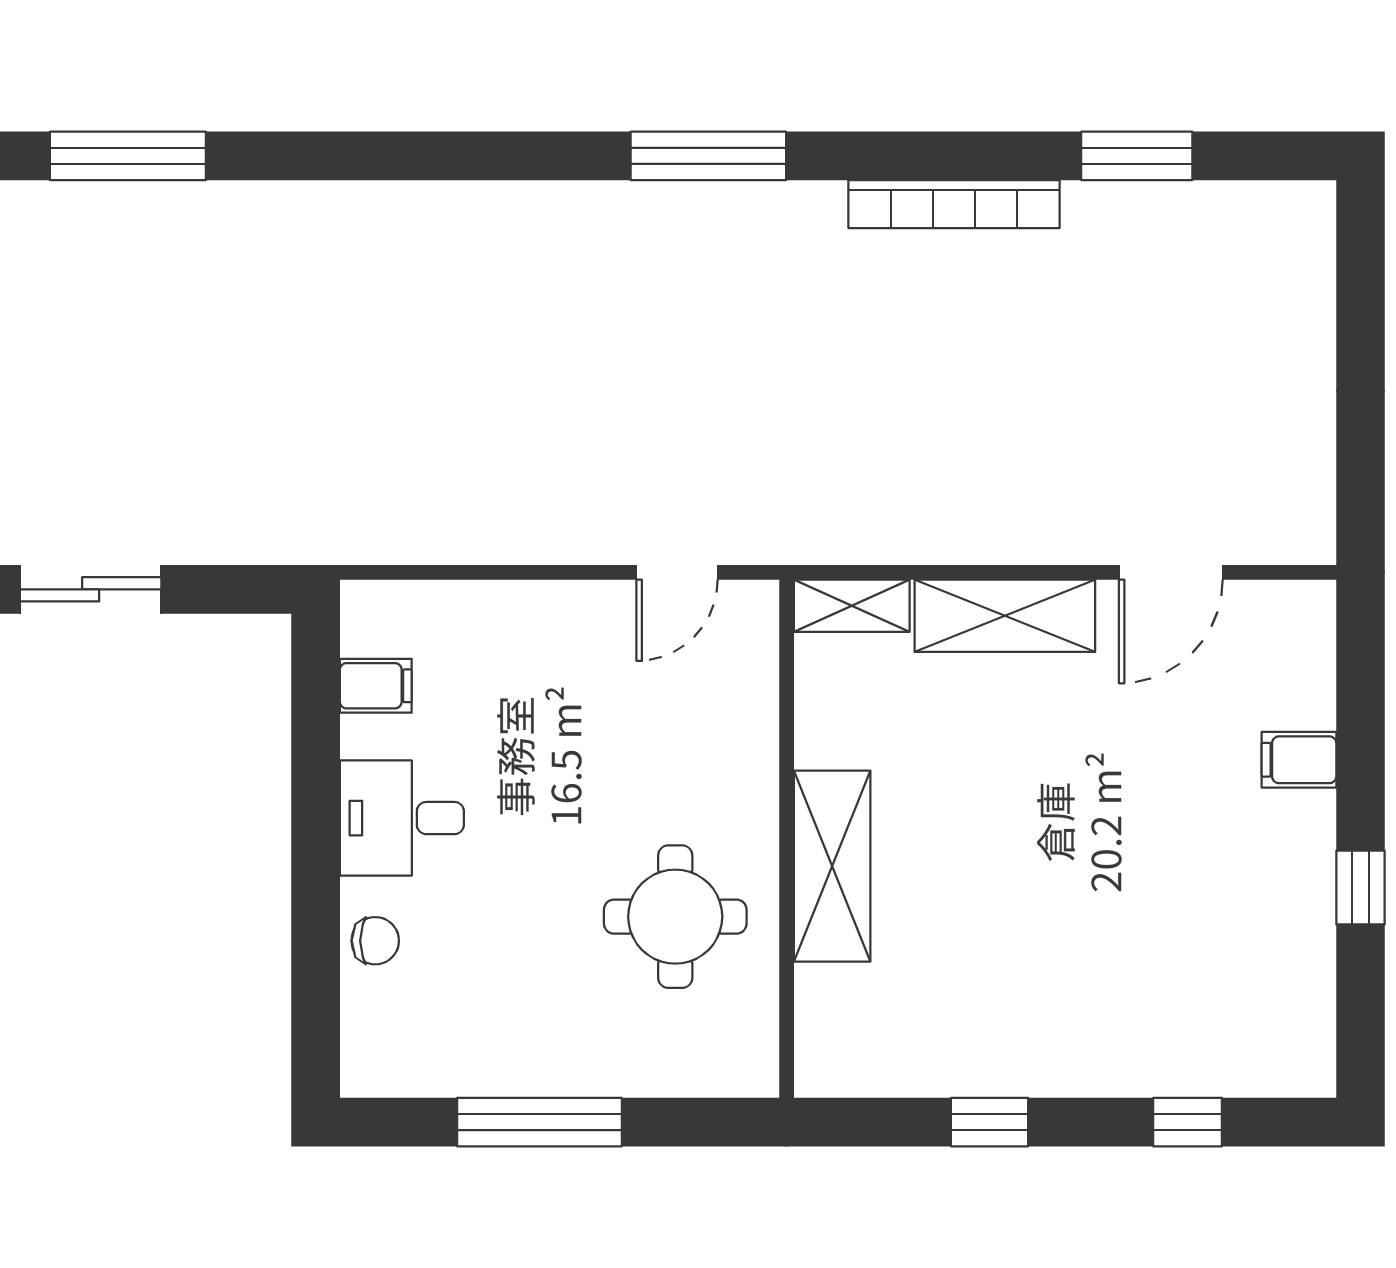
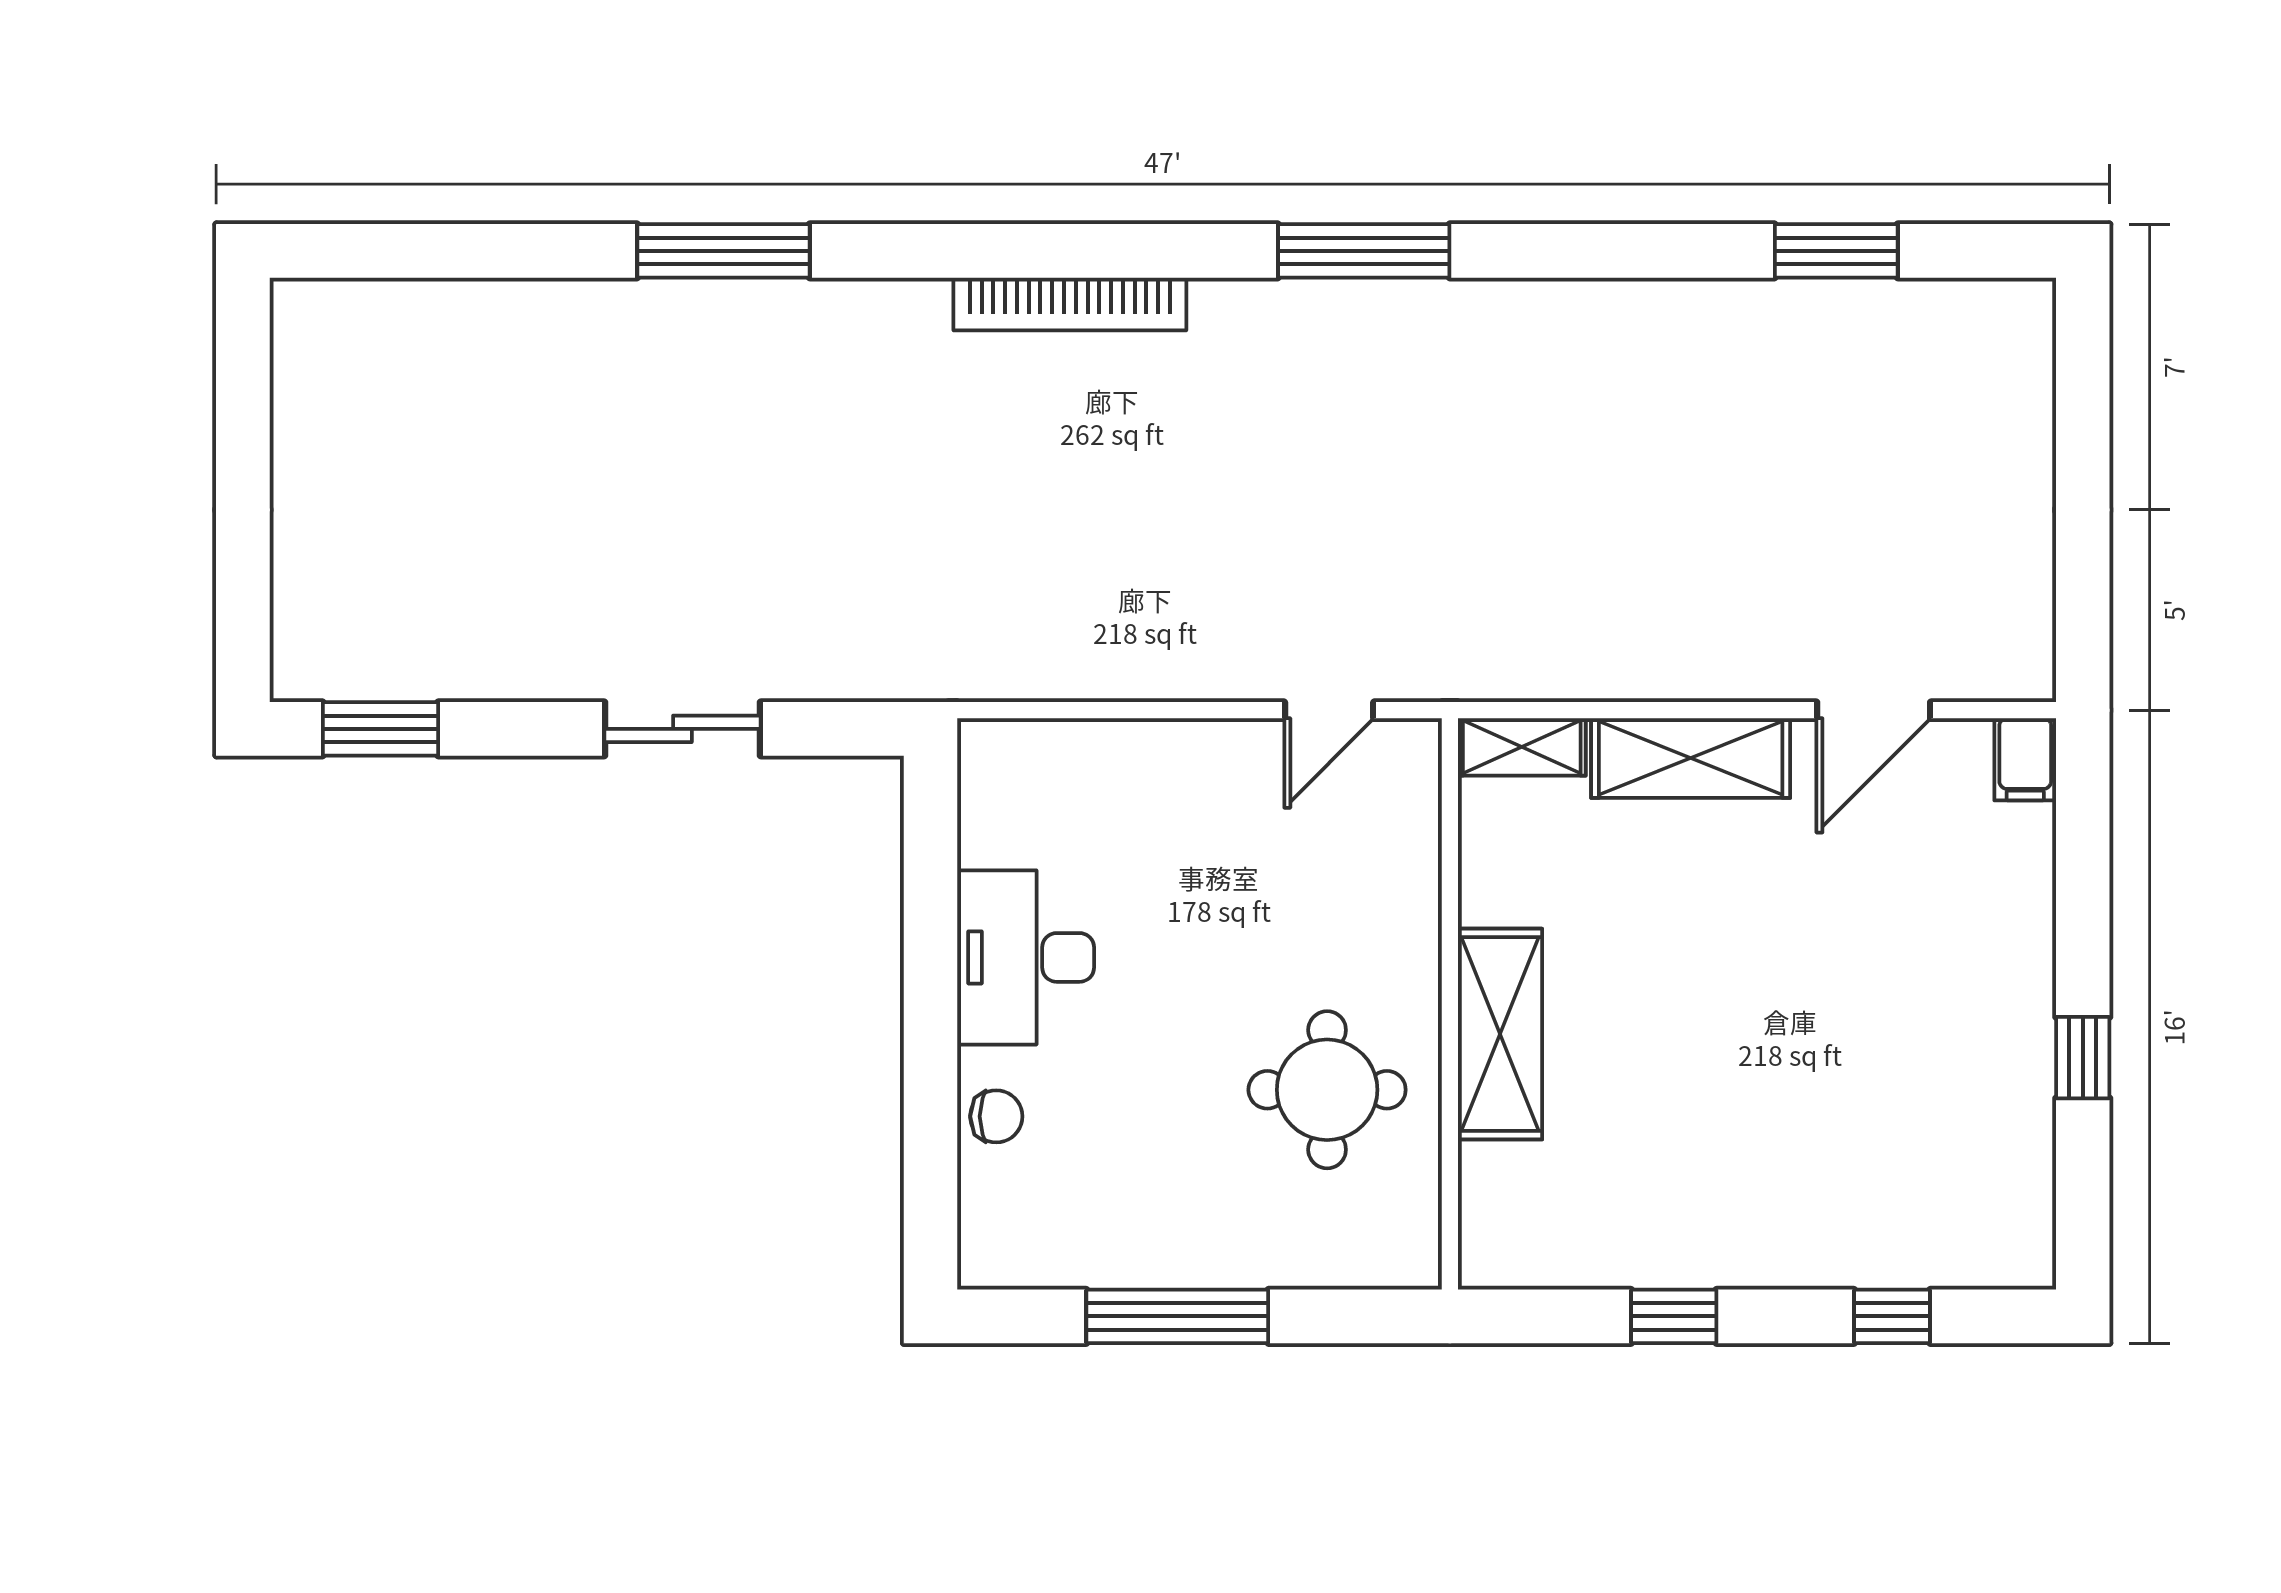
bookcase: (954, 204) -> (1070, 304), moved
filing cabinet: (376, 686) -> (997, 835), removed
filing cabinet: (1299, 760) -> (2025, 759), moved, turned -90
desk: (402, 818) -> (1026, 957), width x1.37

